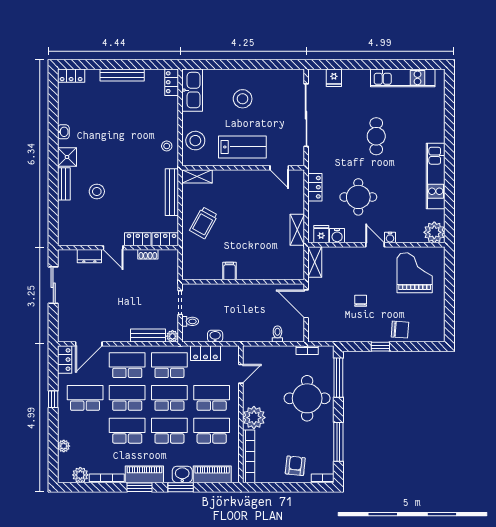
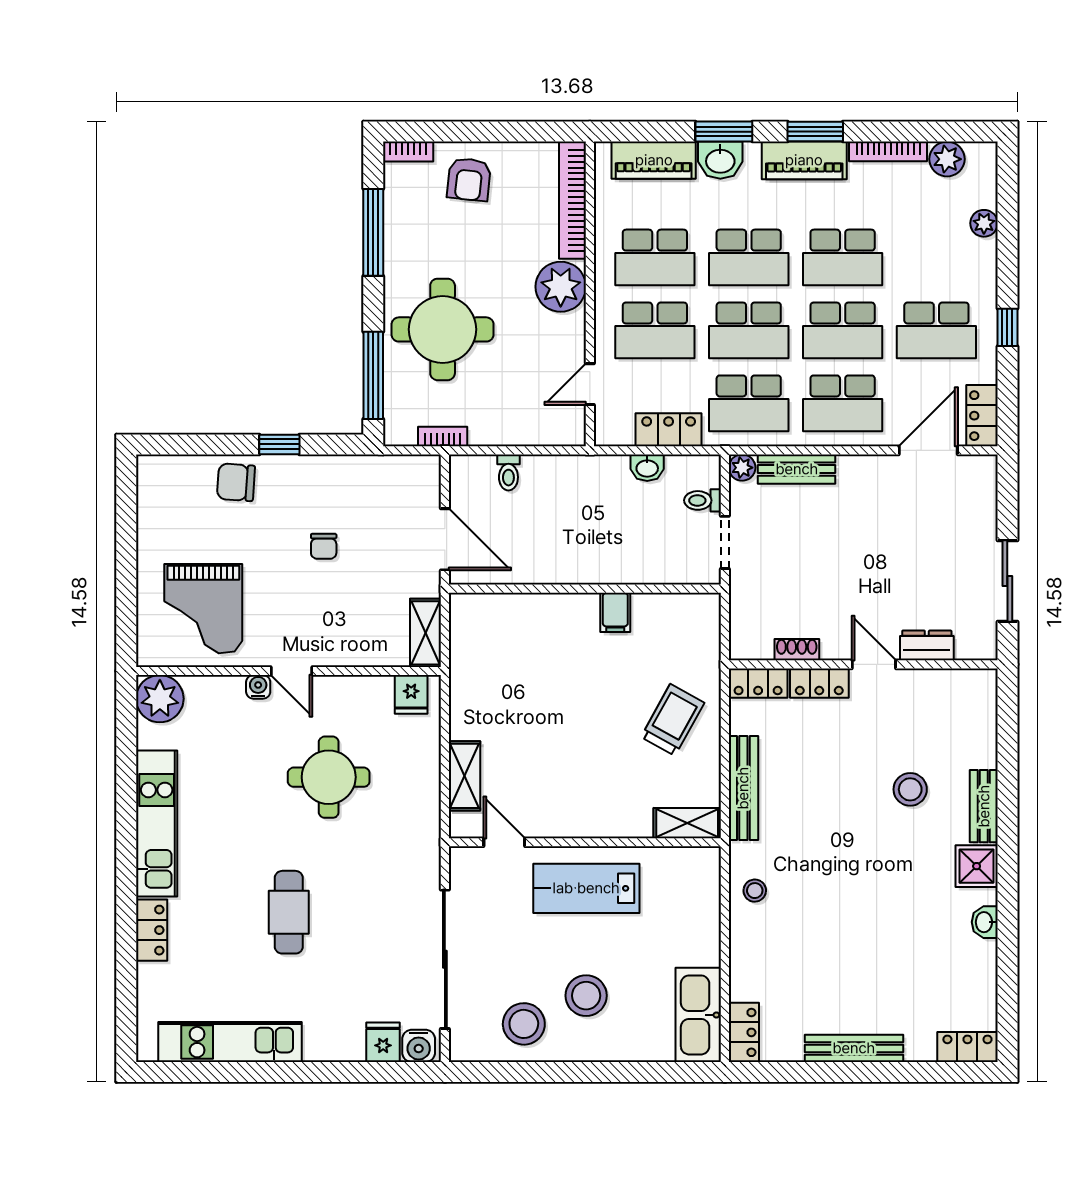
stool: (195, 141) -> (524, 1024), moved
locker: (315, 187) -> (152, 930), moved, turned 180
shelving: (297, 230) -> (465, 776), moved
water cooler: (337, 236) -> (419, 1046), moved, turned 180

